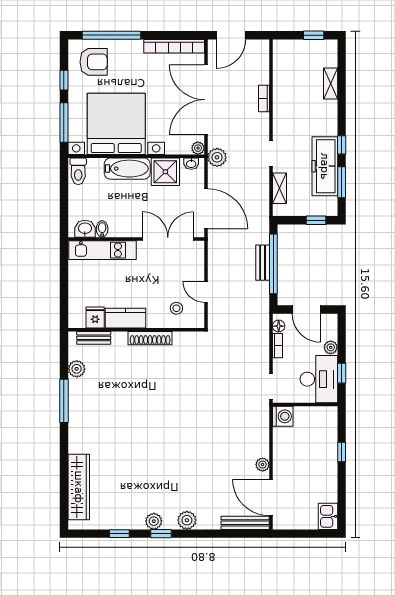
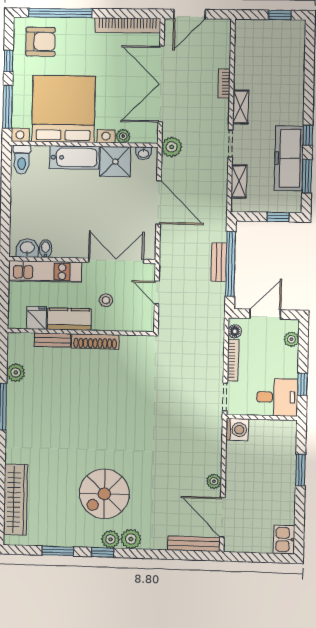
shelving: (331, 83) -> (241, 107), moved
plant: (198, 148) -> (123, 136), moved
washbasin: (85, 229) -> (27, 248), moved
bidet: (102, 229) -> (46, 249), moved
wall: (136, 239) -> (82, 260), moved
double door: (168, 239) -> (116, 261), moved
kitchen unit: (102, 250) -> (45, 271), moved
stool: (176, 308) -> (106, 300), moved
door: (306, 310) -> (265, 314), swing flipped
bench: (94, 338) -> (52, 340), moved
bookcase: (277, 346) -> (233, 360), width x1.56
plant: (331, 347) -> (291, 339), moved
desk: (319, 379) -> (277, 397), width x0.73
window: (342, 452) -> (300, 470), width x1.50
spiral stairs: (161, 479) -> (104, 494), added
plant: (154, 521) -> (110, 539), moved
window: (119, 534) -> (58, 551), width x1.50

